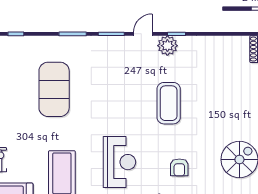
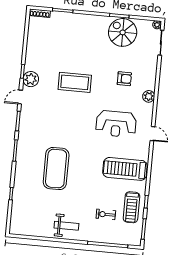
door: (143, 34) -> (20, 97), hinge flipped
exercise mat: (54, 89) -> (56, 169), turned 90
reception desk: (119, 162) -> (116, 124), turned 180

